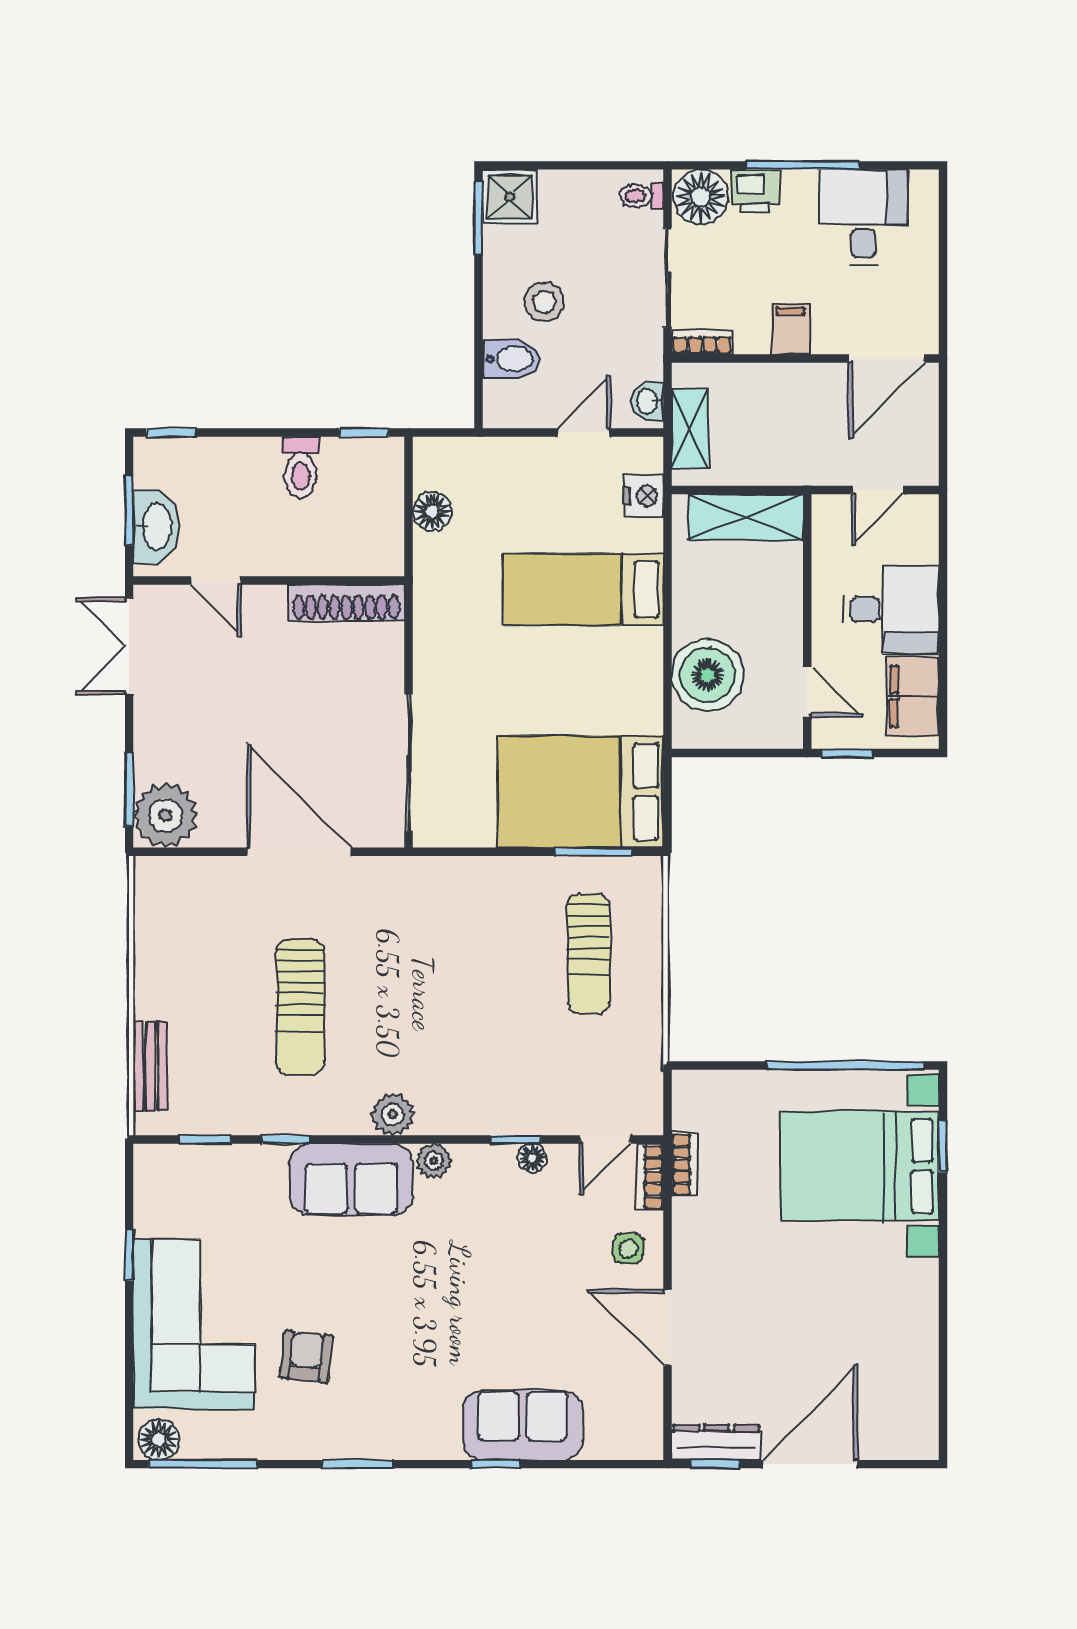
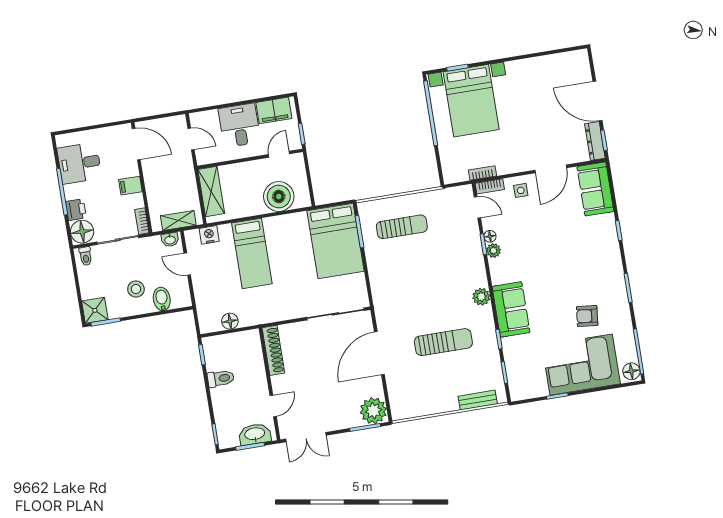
plant: (434, 1161) -> (493, 251), moved
sofa: (523, 1425) -> (595, 189), moved

